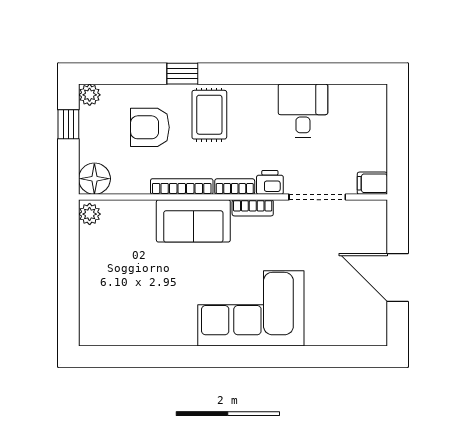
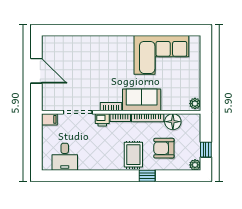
desk: (303, 111) -> (65, 157), moved
armchair: (150, 127) -> (164, 148), turned 180
floor lamp: (94, 179) -> (173, 122), moved
corner sofa: (251, 308) -> (161, 55), moved

